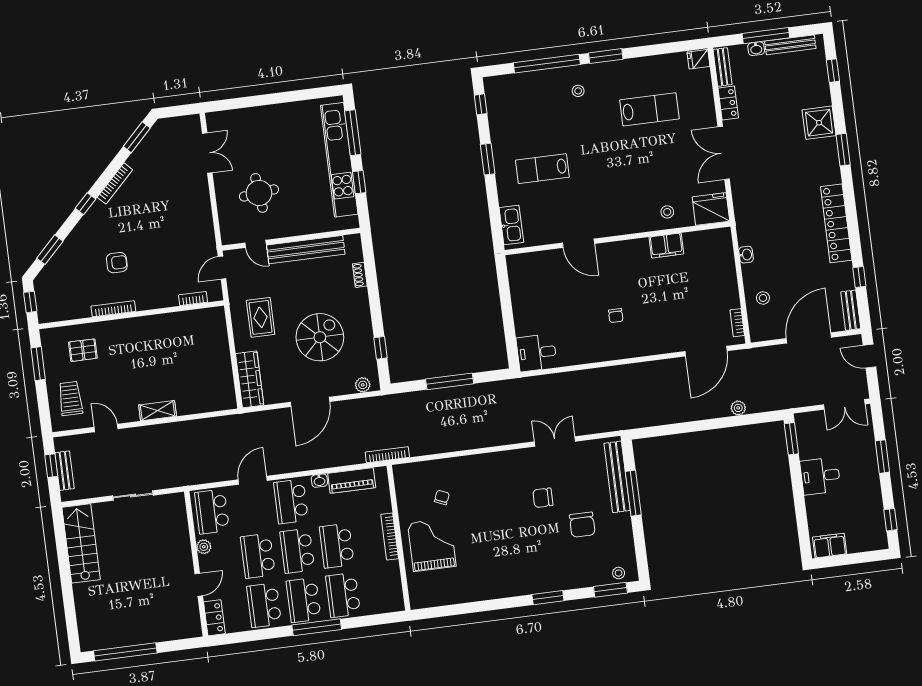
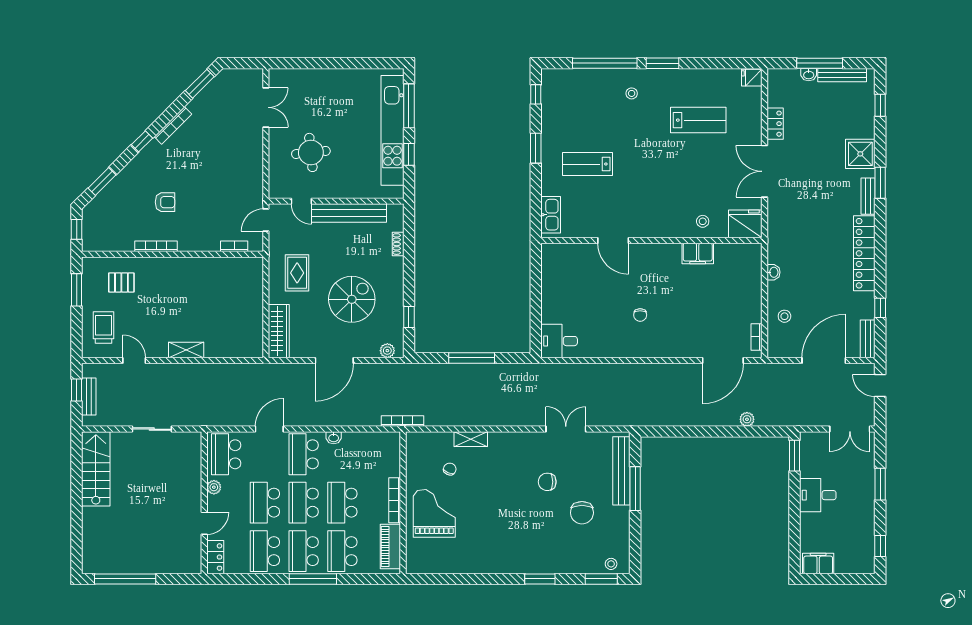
bench: (723, 67) -> (868, 196), moved
shelving: (459, 464) -> (471, 439), added
piano: (352, 481) -> (390, 547), moved, turned 90

